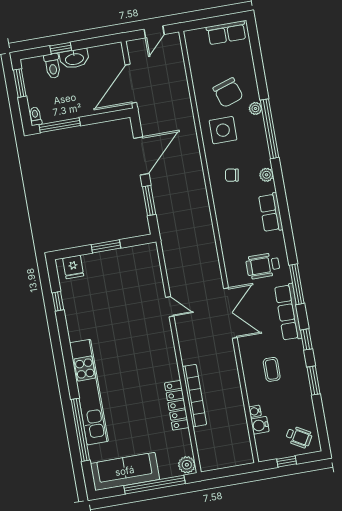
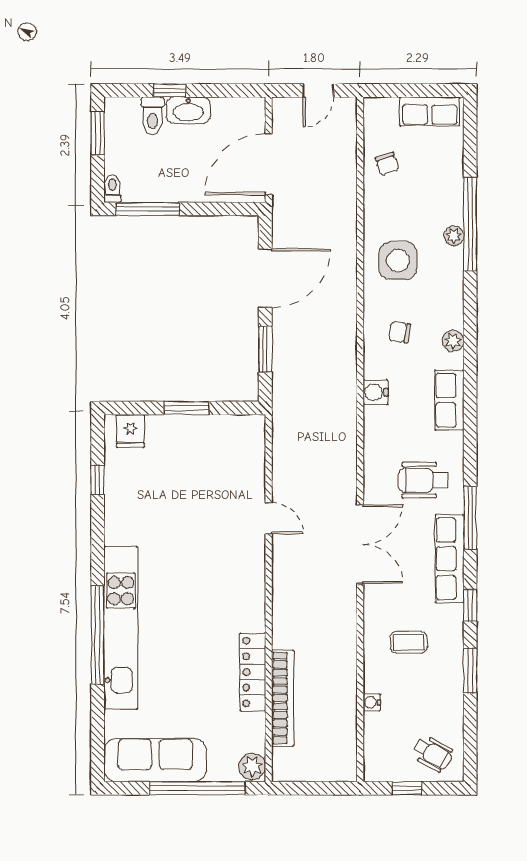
chair: (228, 93) -> (387, 164), moved, width x0.54, depth x0.54
window: (270, 129) -> (470, 224), moved
coffee table: (272, 369) -> (409, 642), turned 90
bookcase: (194, 396) -> (283, 698), moved
water cooler: (260, 425) -> (376, 392), moved
window: (80, 430) -> (98, 635), moved

